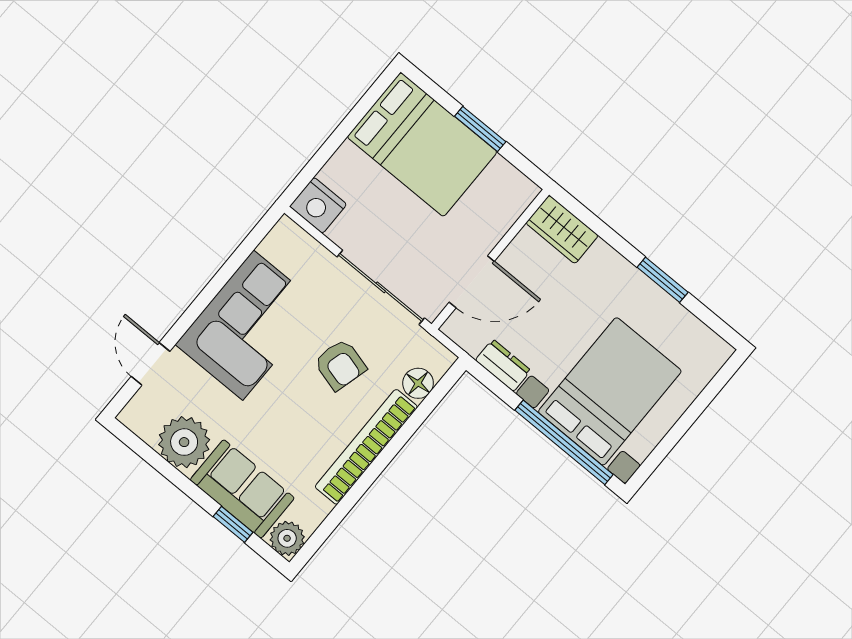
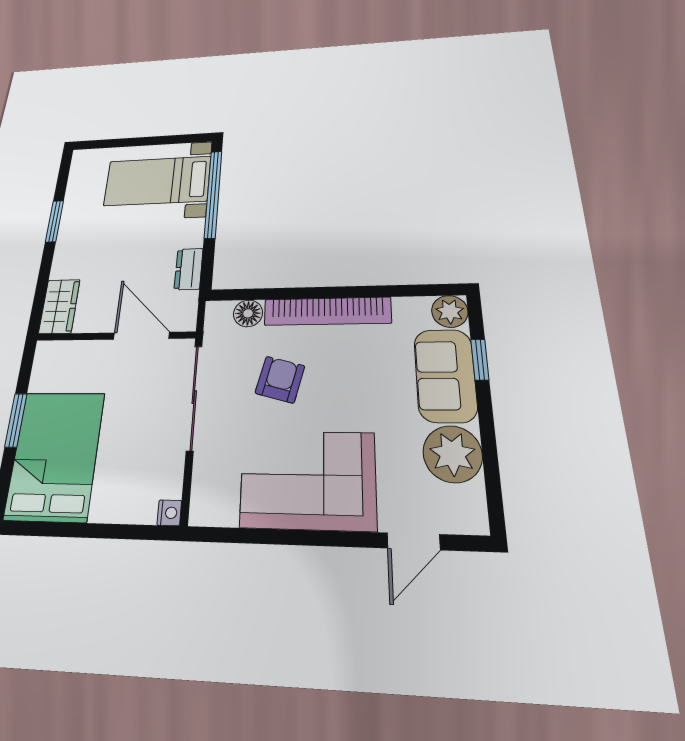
nightstand: (318, 205) -> (169, 513), width x0.53, depth x0.56
bed with nightstands: (610, 391) -> (157, 181), width x0.73

